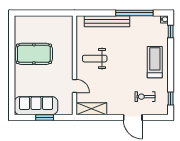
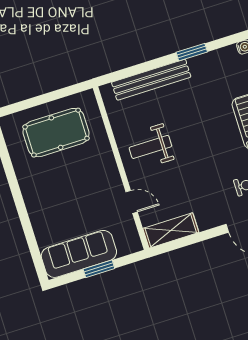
window: (134, 13) -> (192, 52), width x0.47
pool table: (34, 54) -> (56, 133), moved

